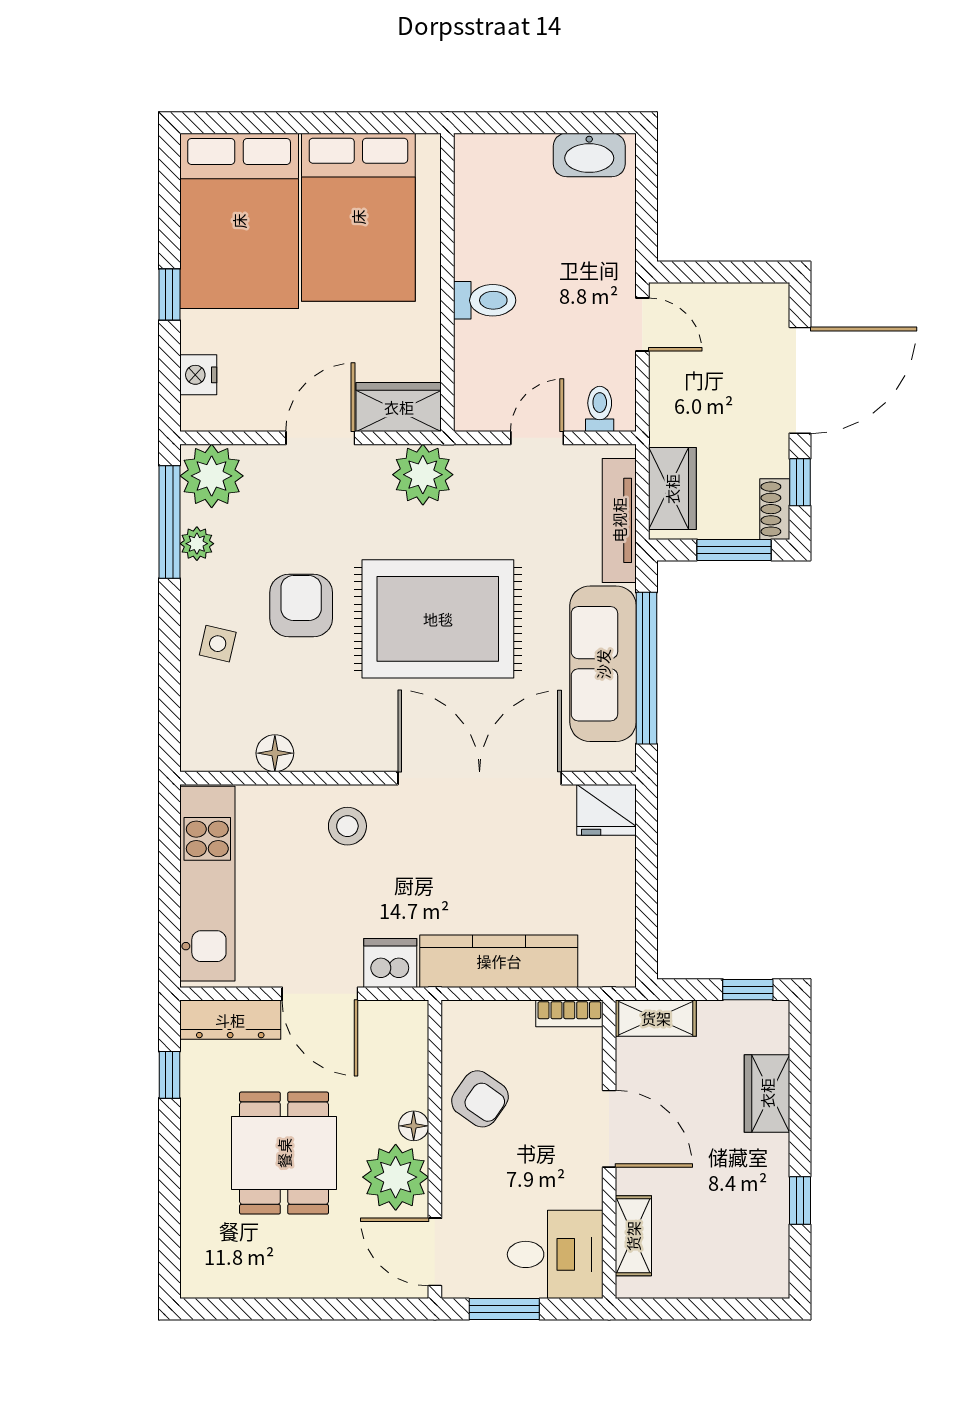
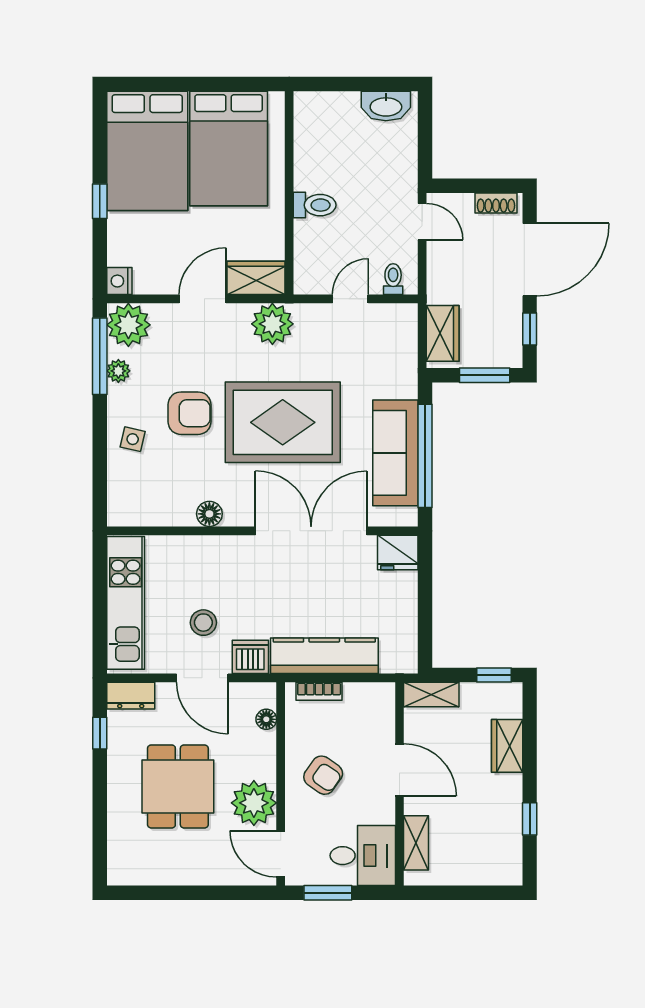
nightstand: (198, 375) -> (119, 281), moved
shoe rack: (775, 509) -> (496, 203), moved, turned -90
tv unit: (619, 520) -> (406, 355), removed
armchair: (301, 606) -> (190, 413), turned 90
floor lamp: (275, 753) -> (209, 514), moved
stool: (347, 826) -> (203, 623), moved
bookcase: (569, 1013) -> (319, 691), moved
dresser: (230, 1020) -> (131, 696), width x0.70
armchair: (480, 1099) -> (323, 775), moved
floor lamp: (414, 1126) -> (266, 719), moved

